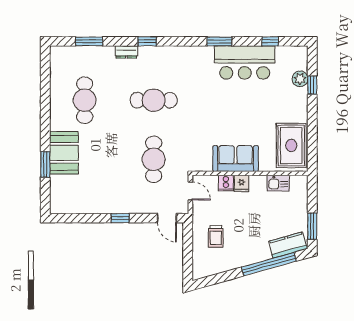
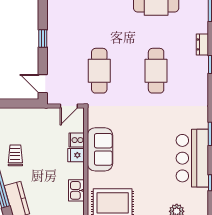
cafe table: (154, 159) -> (99, 71), turned 90
door: (167, 218) -> (43, 84), hinge flipped
trolley: (216, 236) -> (15, 155), moved, turned 90

